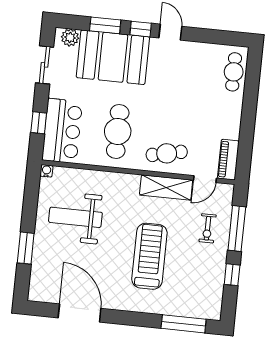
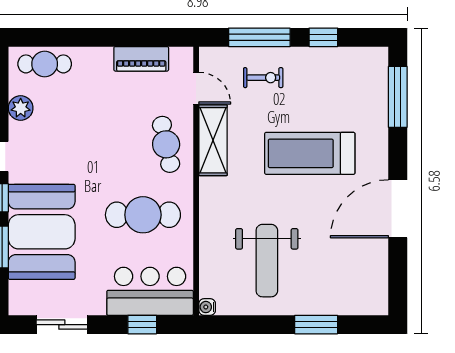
plant: (70, 37) -> (21, 108), moved
piano: (228, 160) -> (141, 59), moved
door: (80, 313) -> (398, 209), moved

